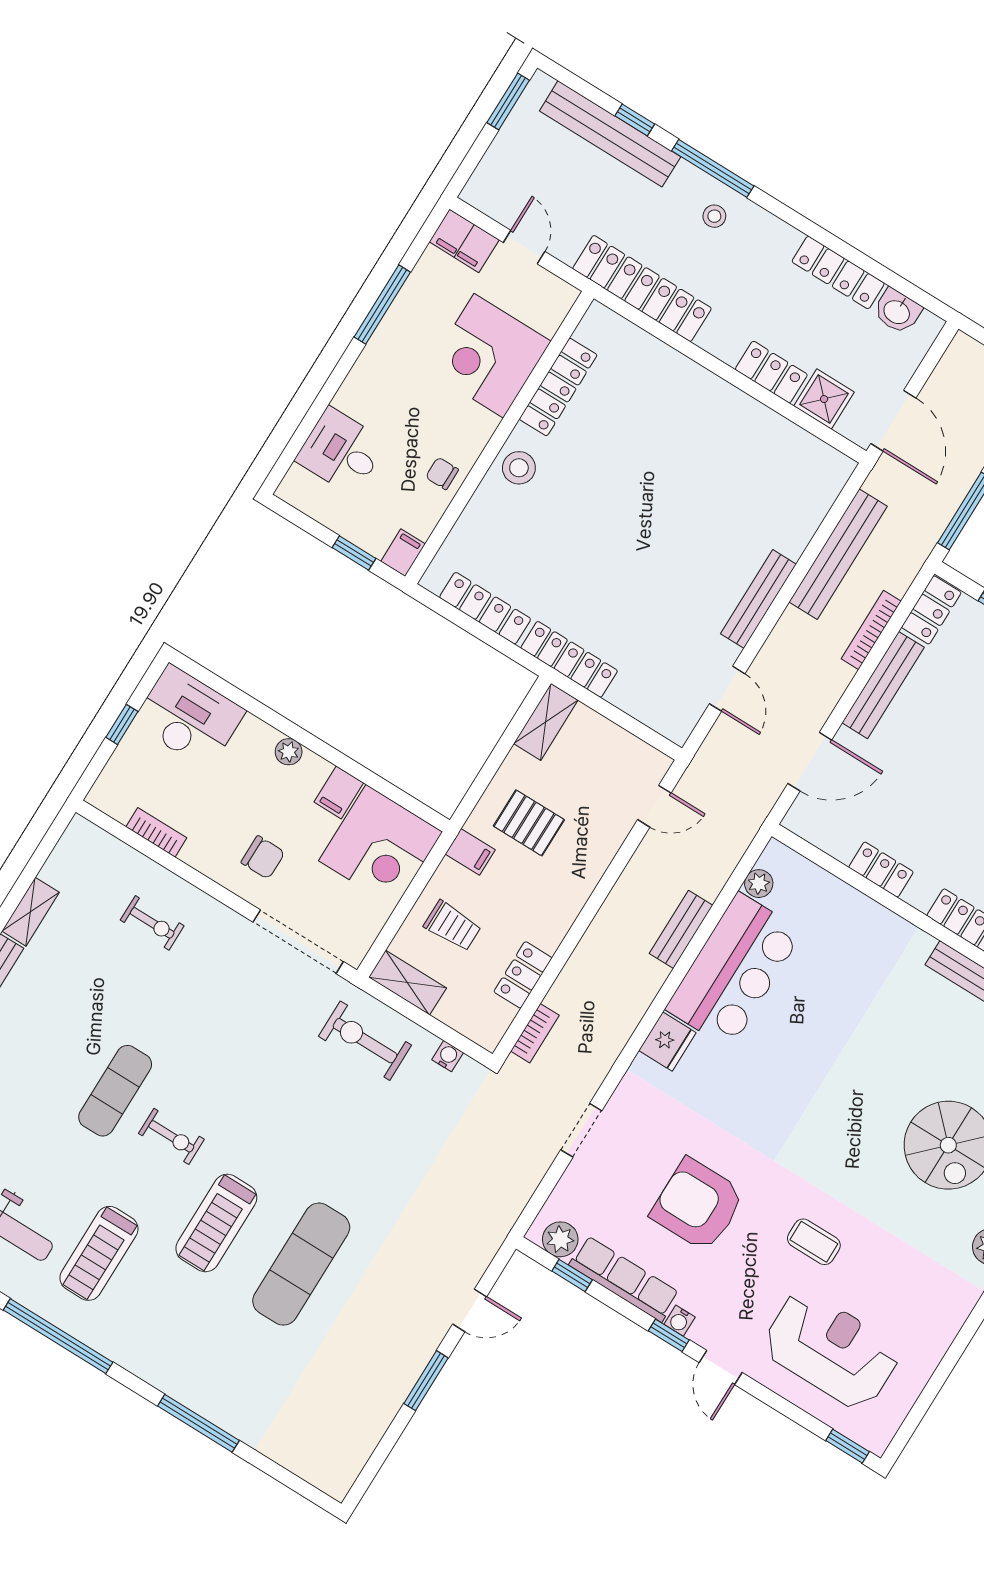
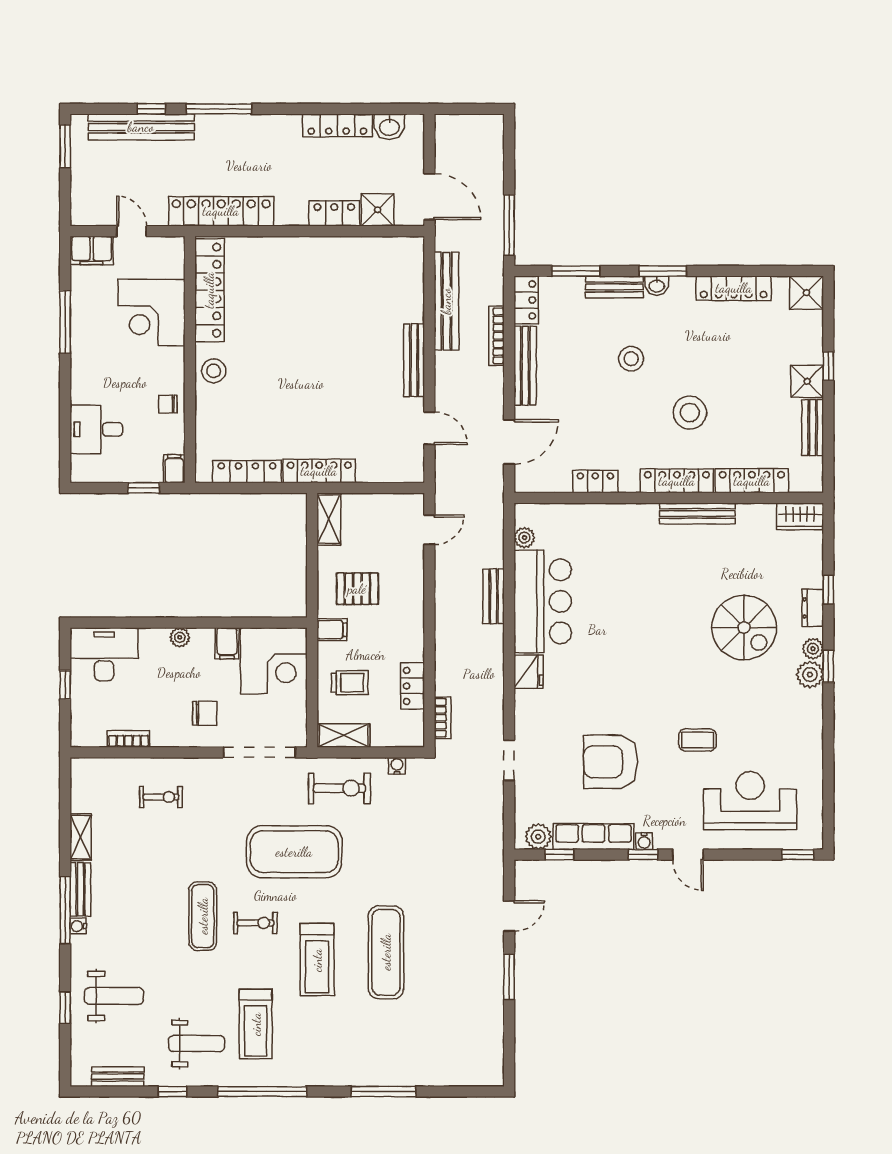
stool: (714, 216) -> (238, 138), removed
locker: (558, 387) -> (209, 290), width x1.41, depth x1.21
exercise bike: (365, 1041) -> (339, 788), turned 180
exercise mat: (267, 1082) -> (294, 852), added

